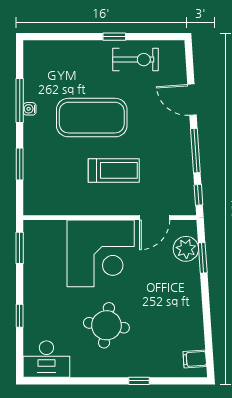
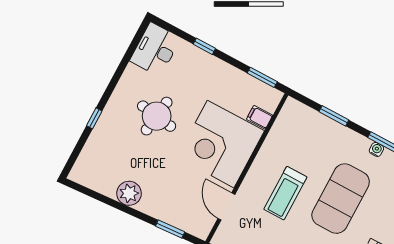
plant: (186, 249) -> (129, 193), moved
filing cabinet: (195, 359) -> (260, 117), moved, turned -86

